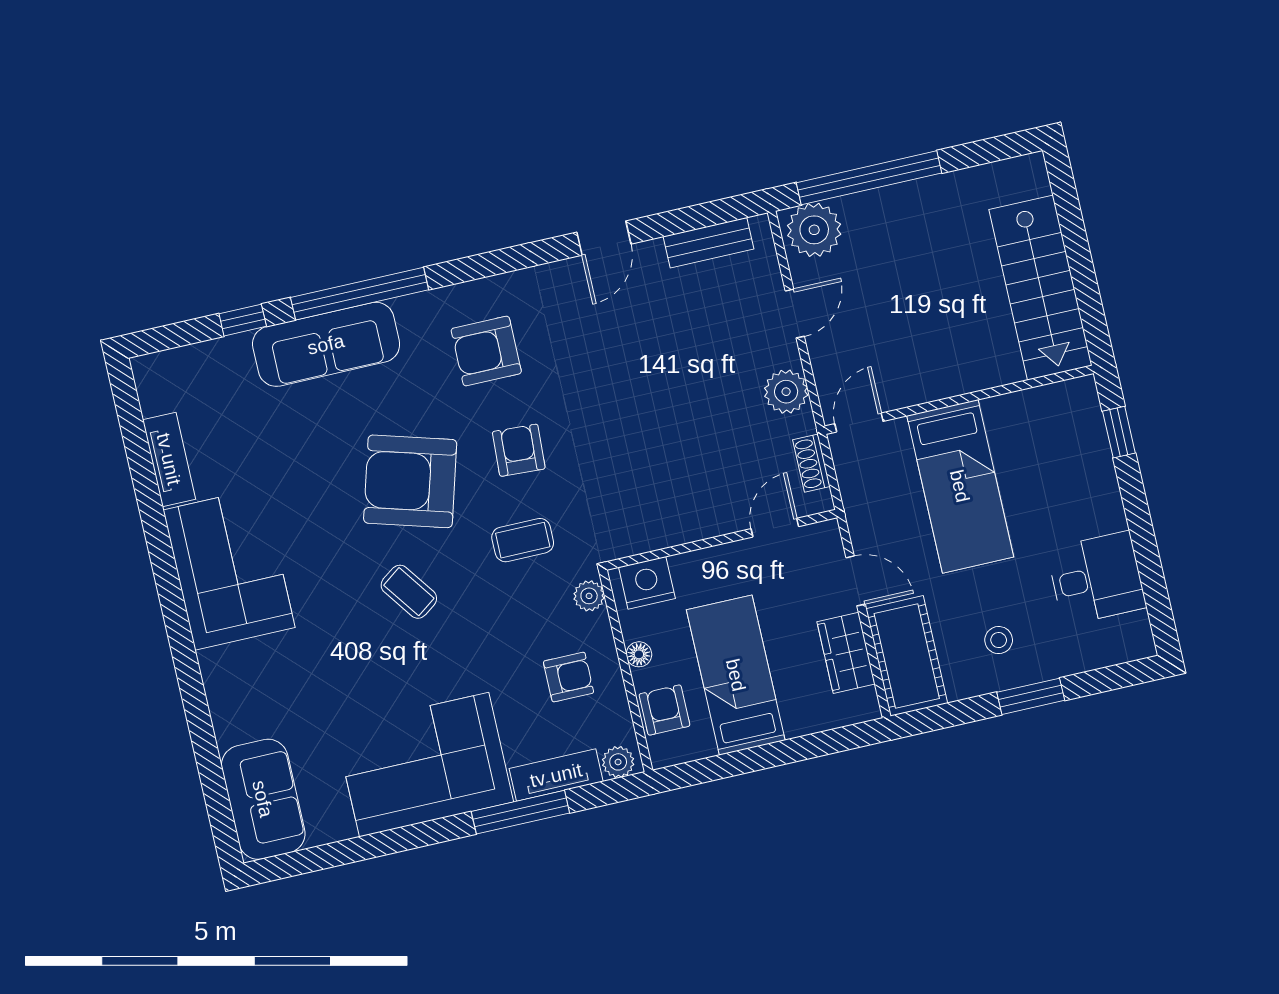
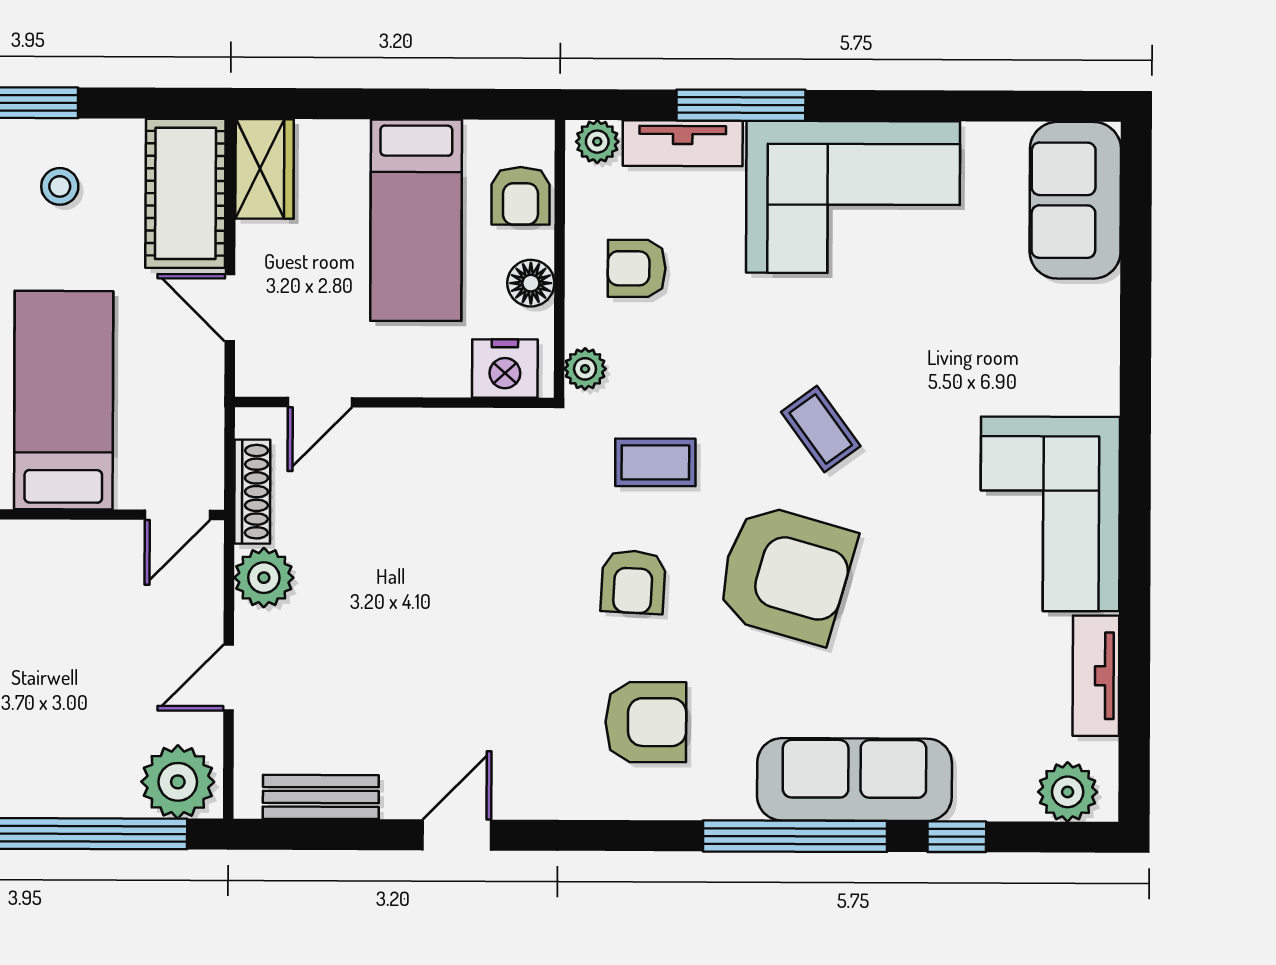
plant: (170, 371) -> (1068, 792), added
shoe rack: (811, 463) -> (252, 492), width x1.43
wardrobe: (846, 653) -> (265, 169), moved
floor lamp: (639, 654) -> (531, 283), width x1.37, depth x1.37

